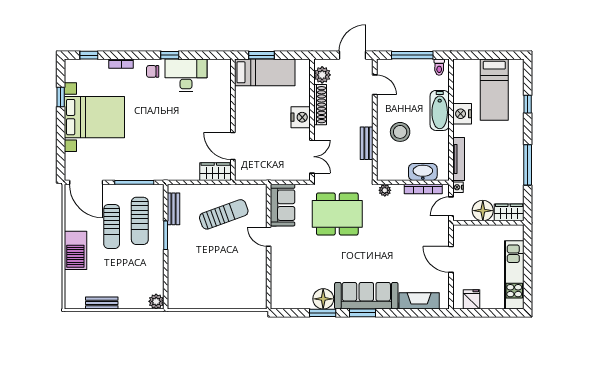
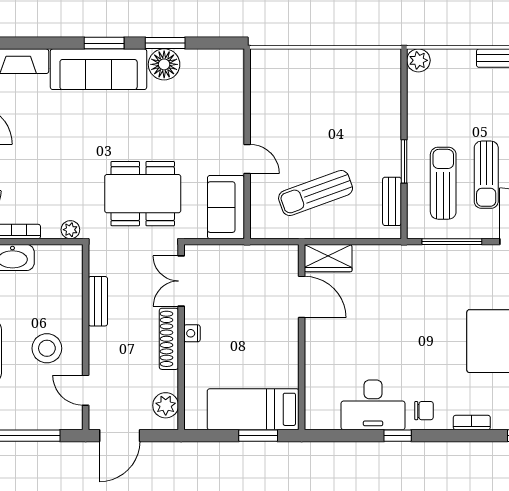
shoe rack: (320, 105) -> (169, 339), moved
nightstand: (301, 117) -> (192, 333), width x0.53, depth x0.56
stool: (400, 132) -> (47, 348), moved
sun lounger: (112, 226) -> (486, 175), turned 180

